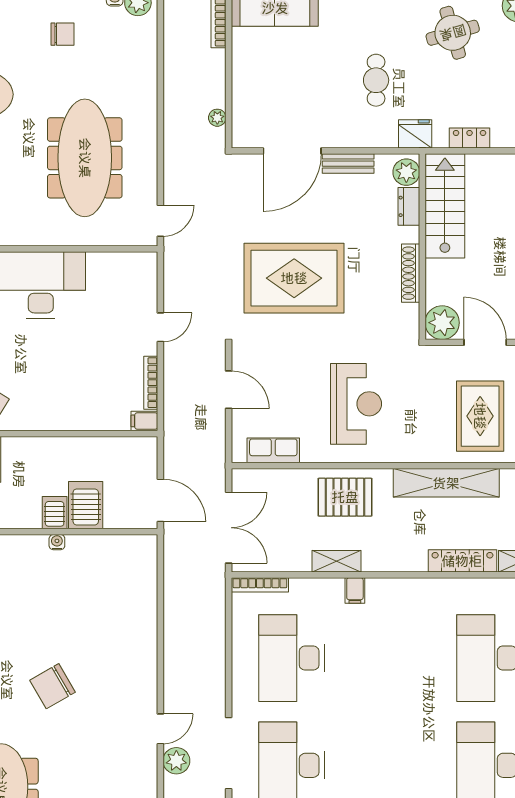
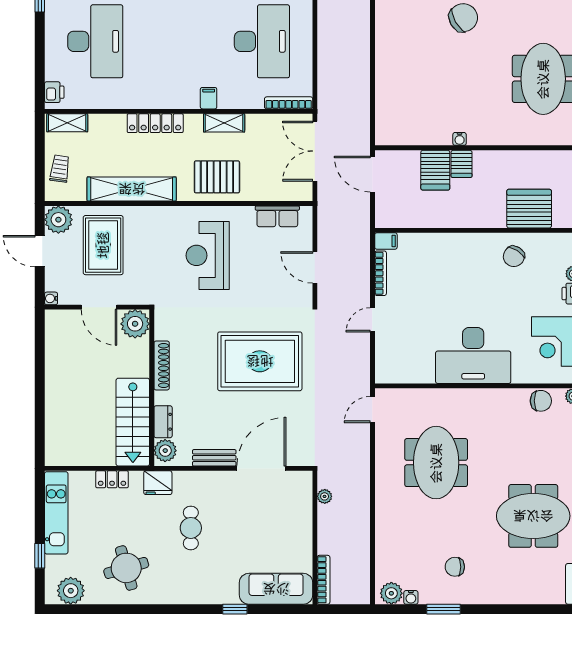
meeting table: (85, 158) -> (436, 463), width x0.73
locker: (462, 561) -> (155, 123), moved

